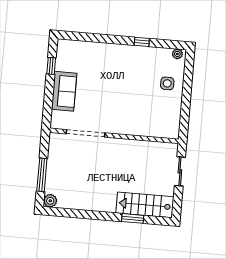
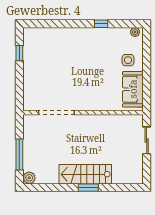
sofa: (64, 91) -> (133, 89), moved, turned 180
stairs: (145, 205) -> (85, 174), moved
window: (133, 218) -> (88, 188), moved

